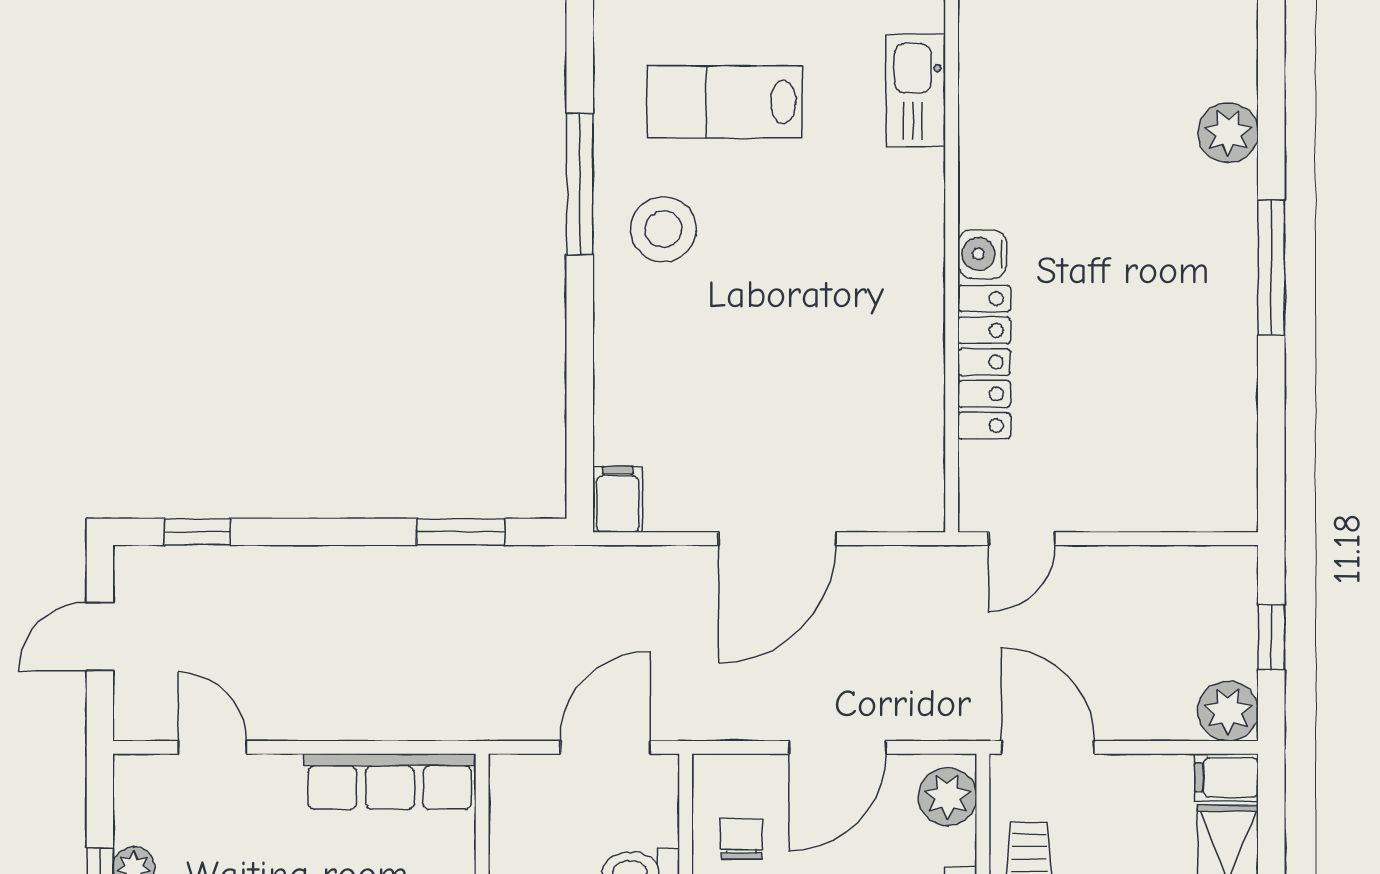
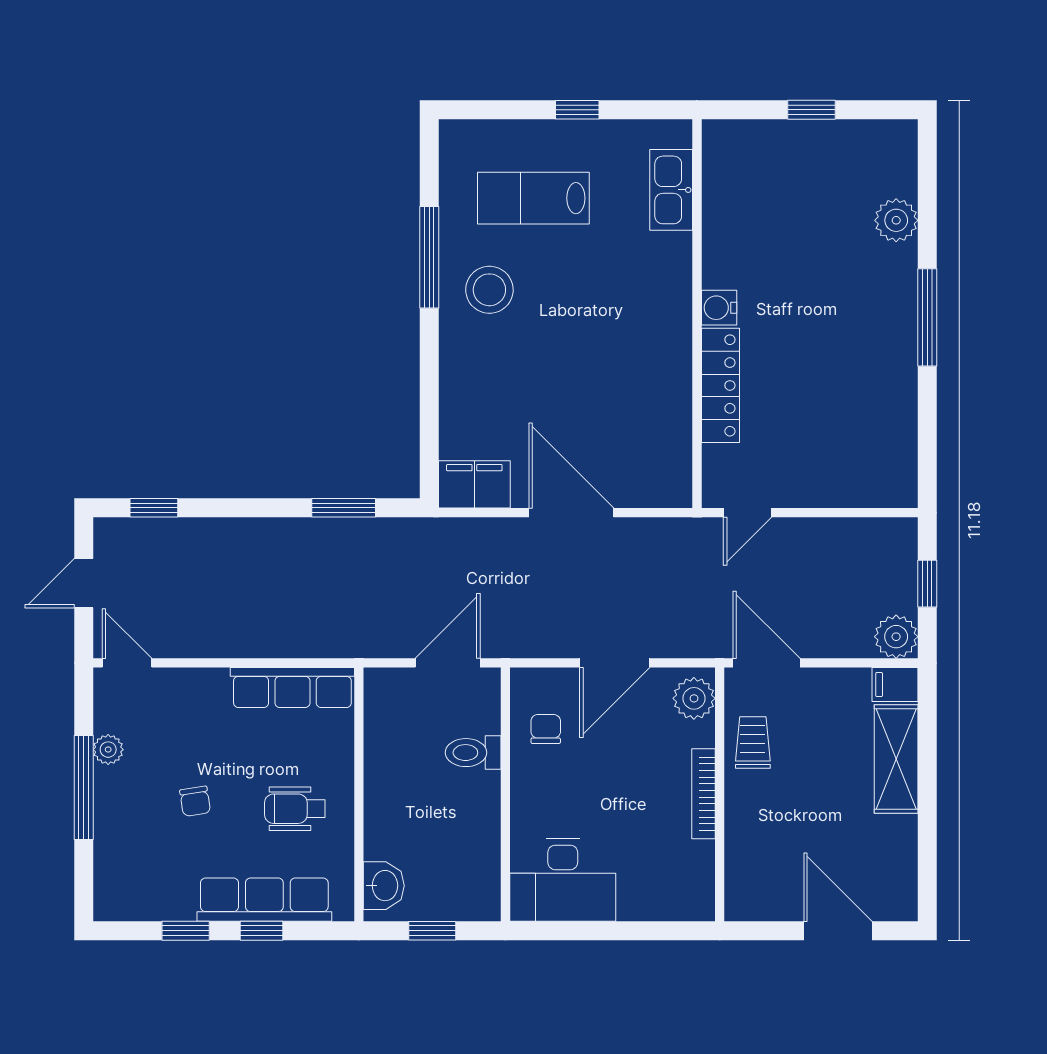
filing cabinet: (618, 499) -> (474, 484), width x2.00
door: (777, 539) -> (571, 513), swing flipped
door: (212, 747) -> (127, 663), moved

